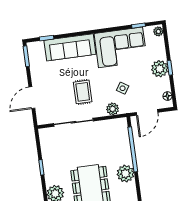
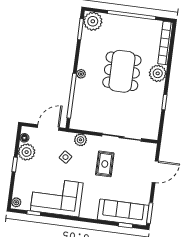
sofa: (70, 47) -> (123, 212), moved
plant: (160, 69) -> (27, 152), moved
plant: (125, 174) -> (81, 74), width x0.53, depth x0.53

